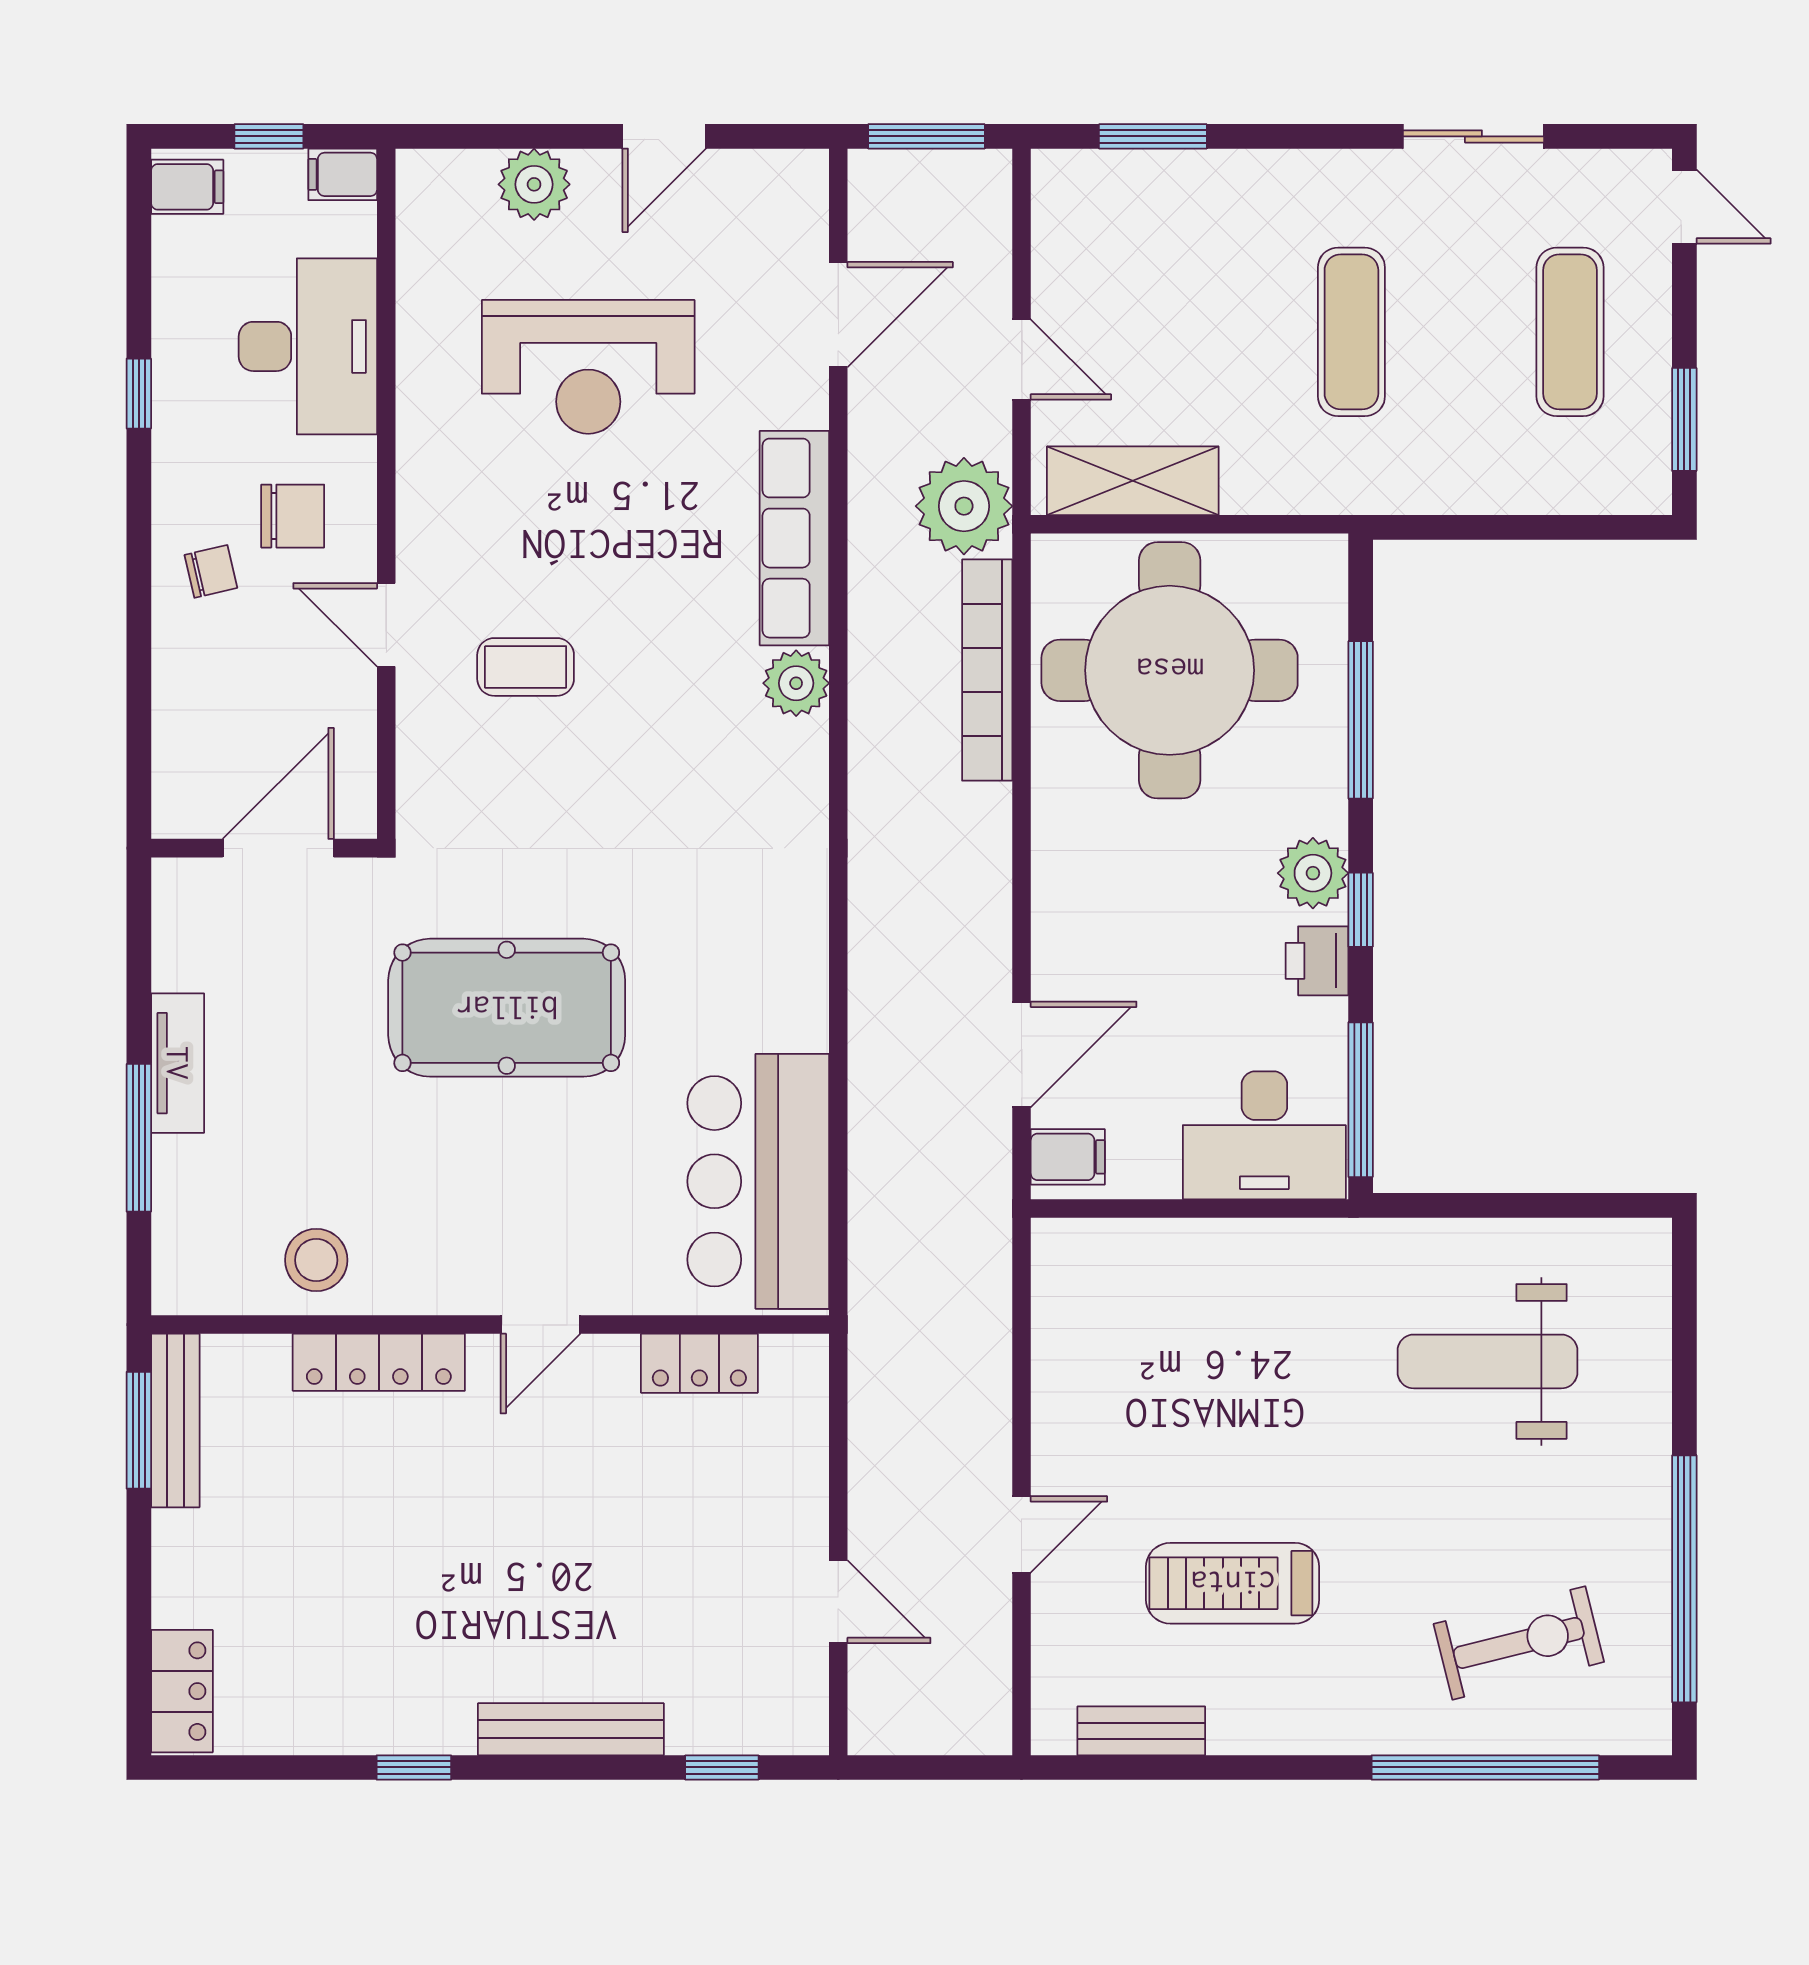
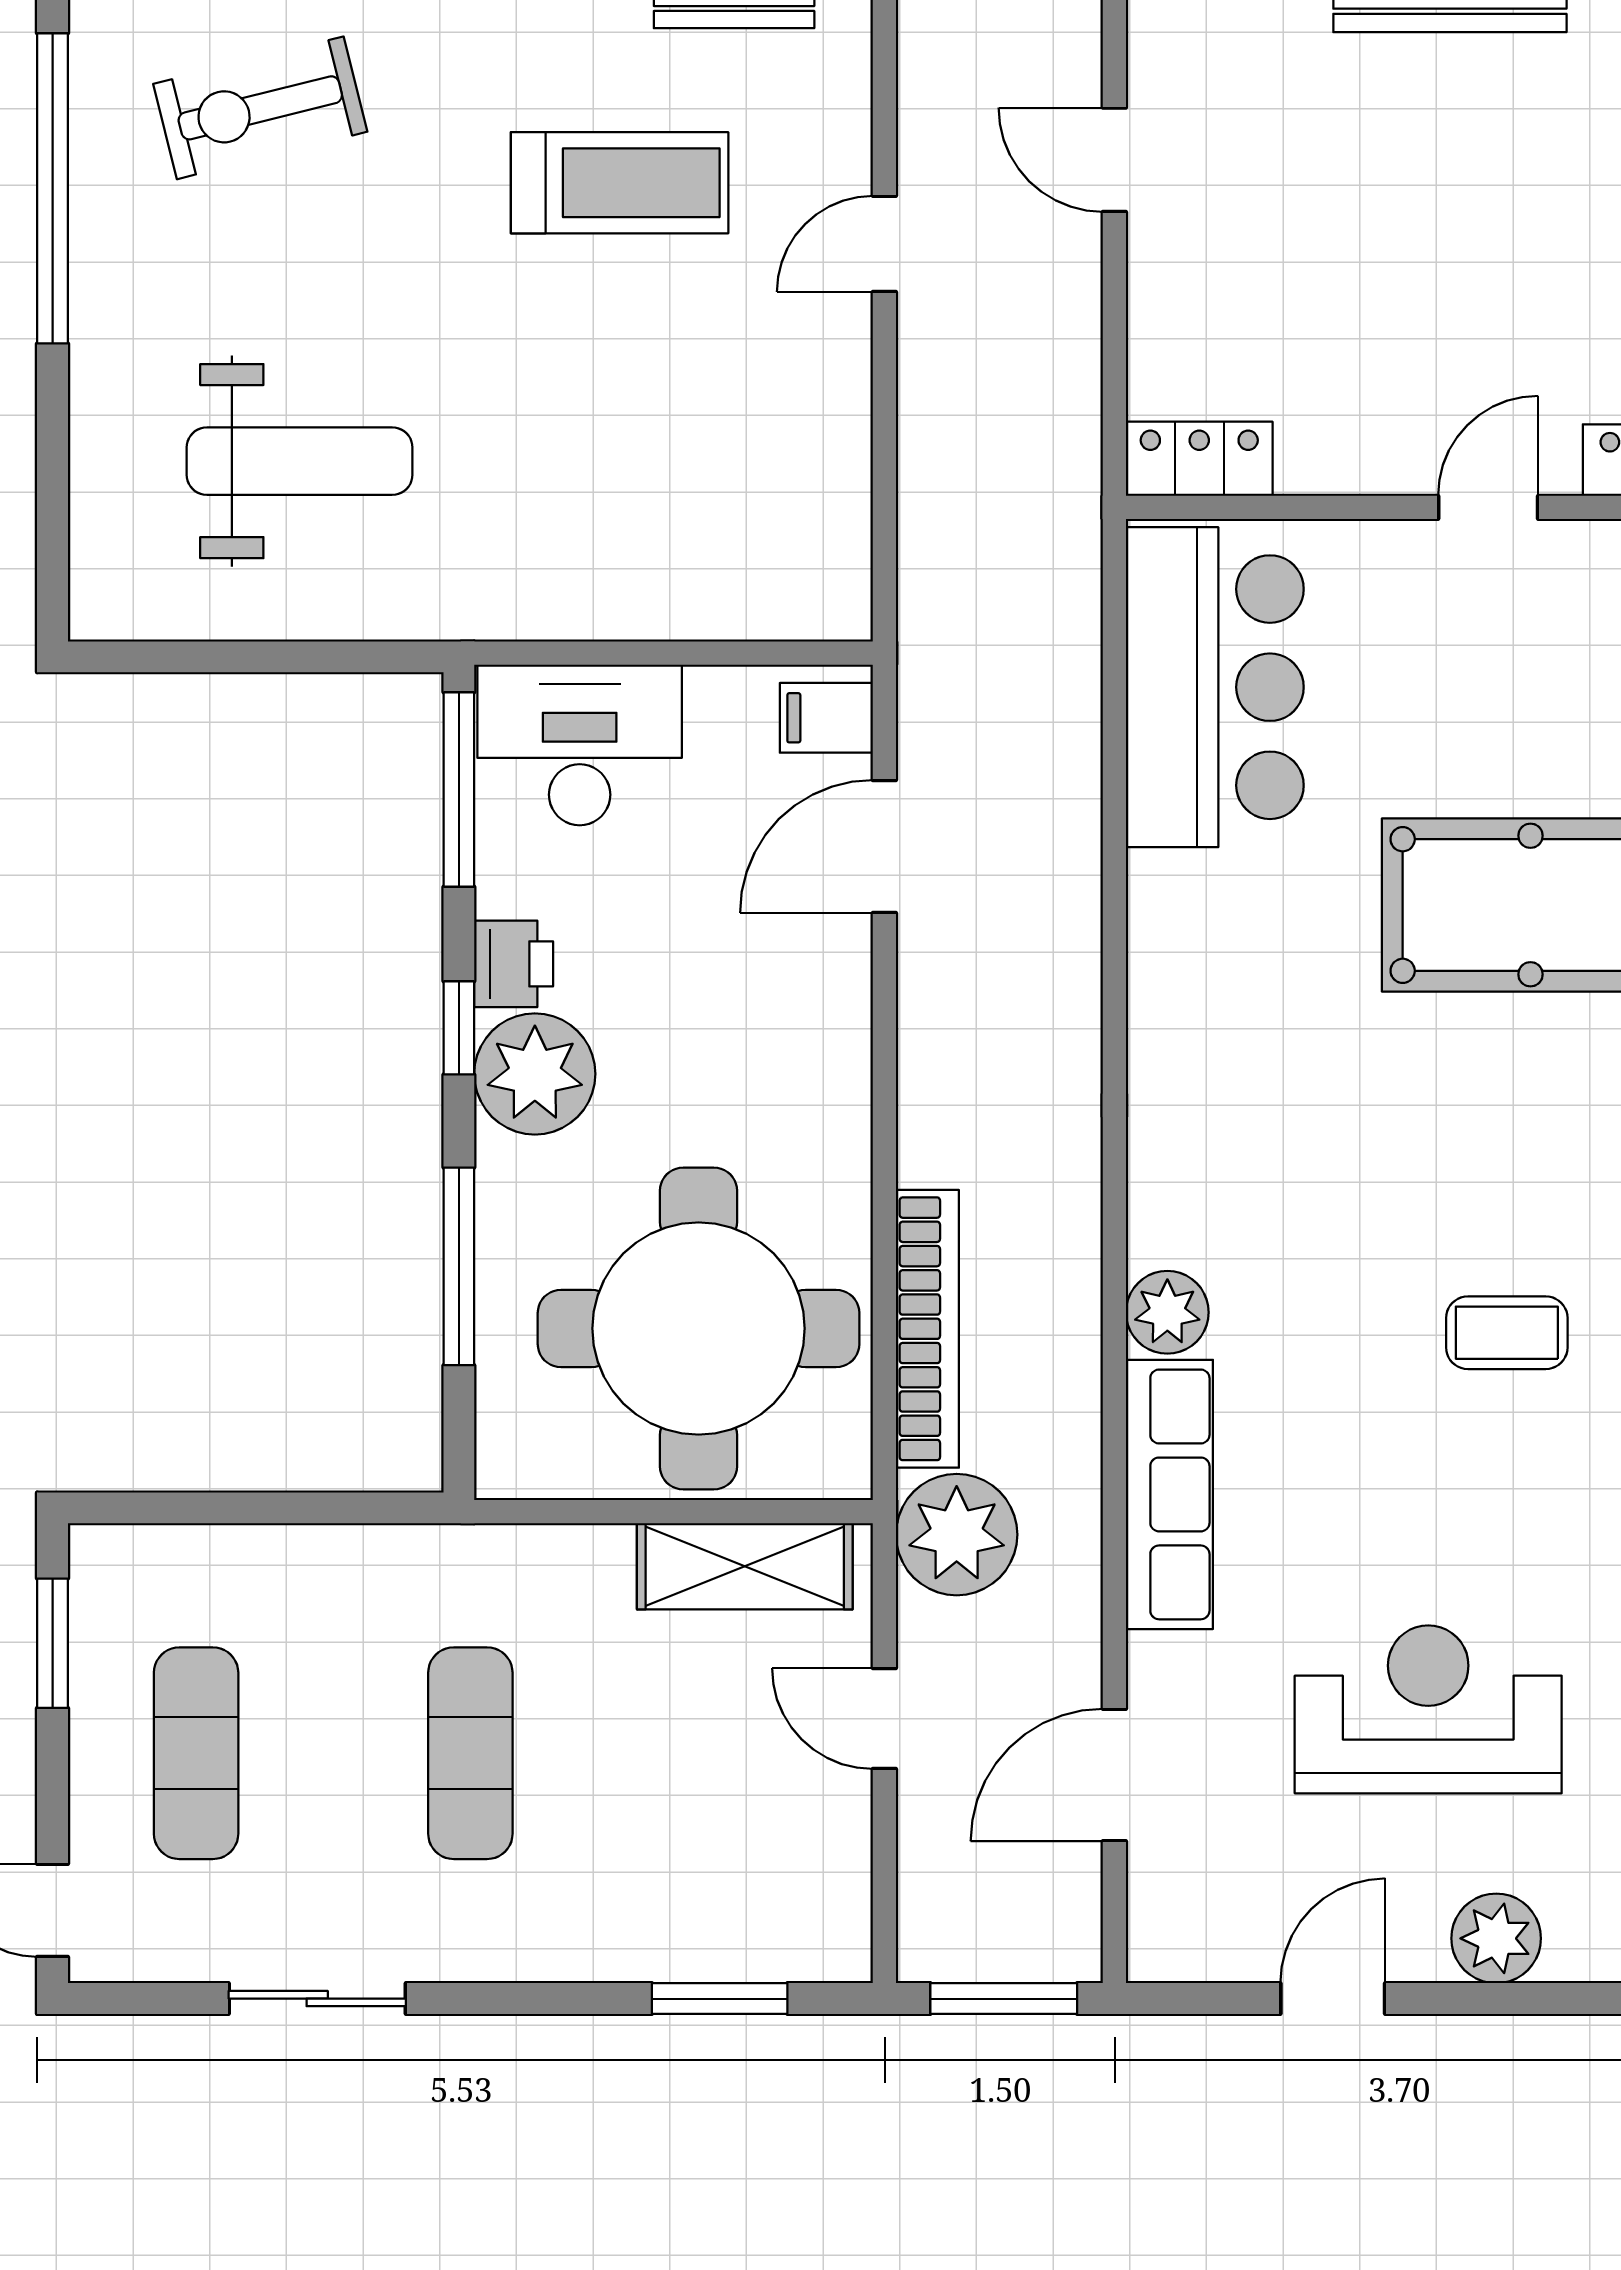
plant: (1313, 873) -> (535, 1074), width x1.36, depth x1.36
locker: (699, 1363) -> (1199, 459), moved

